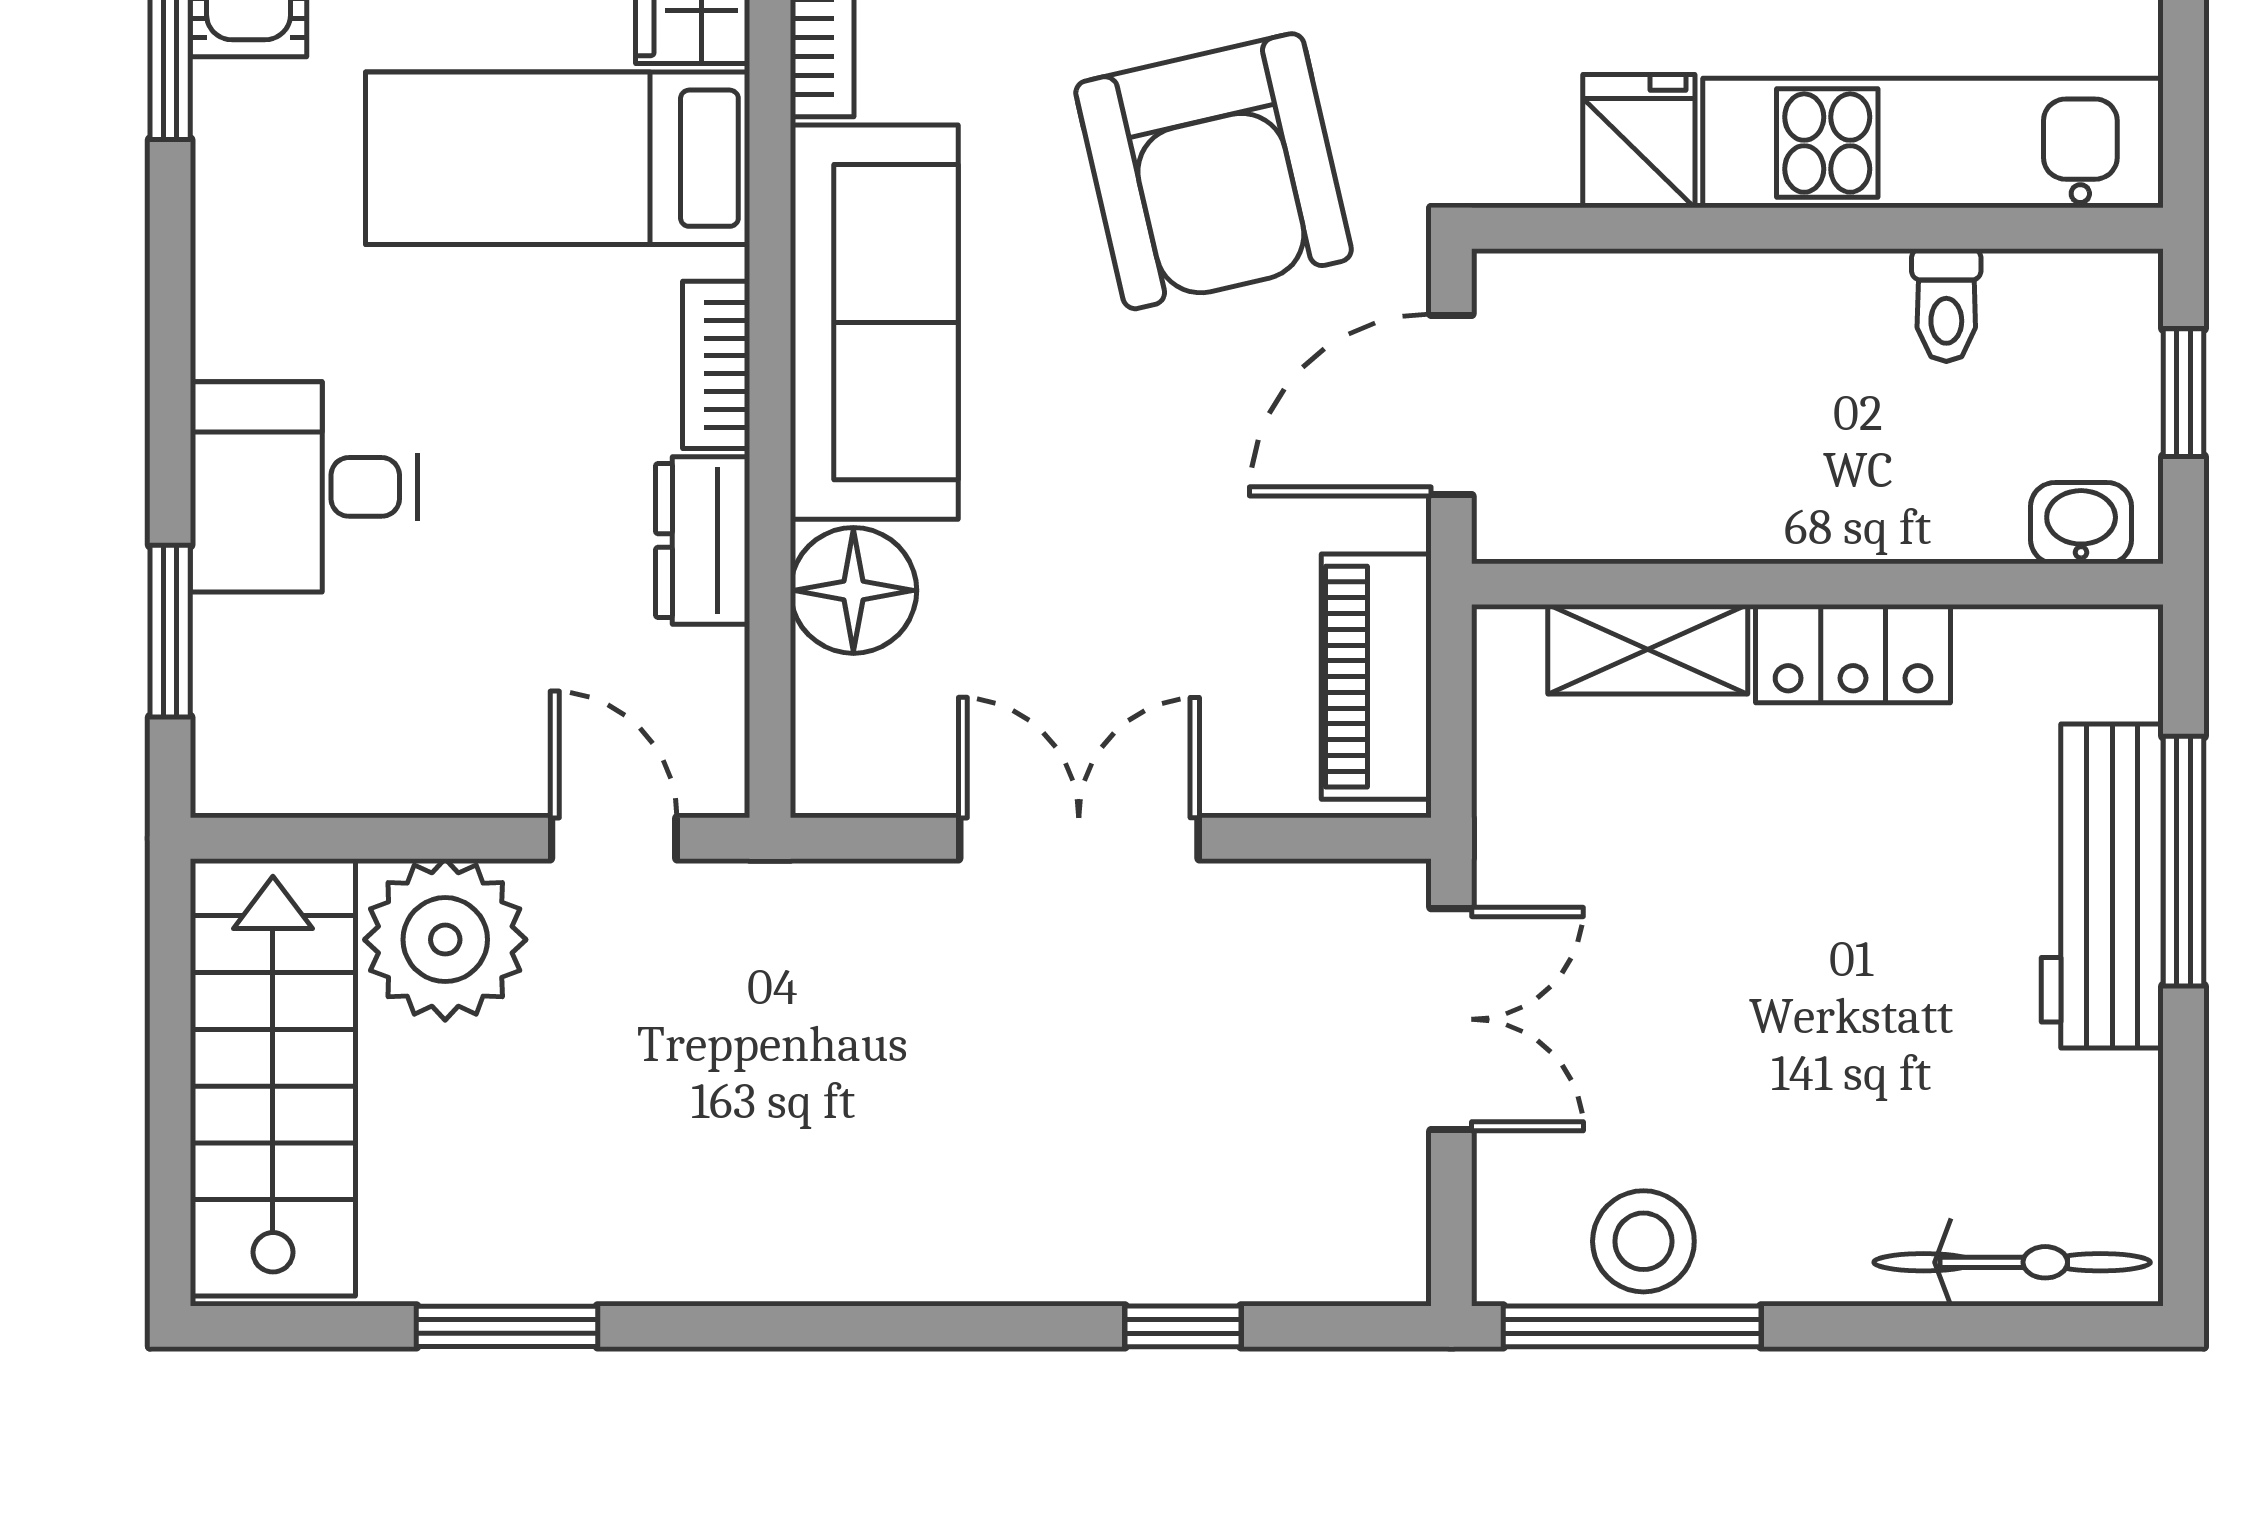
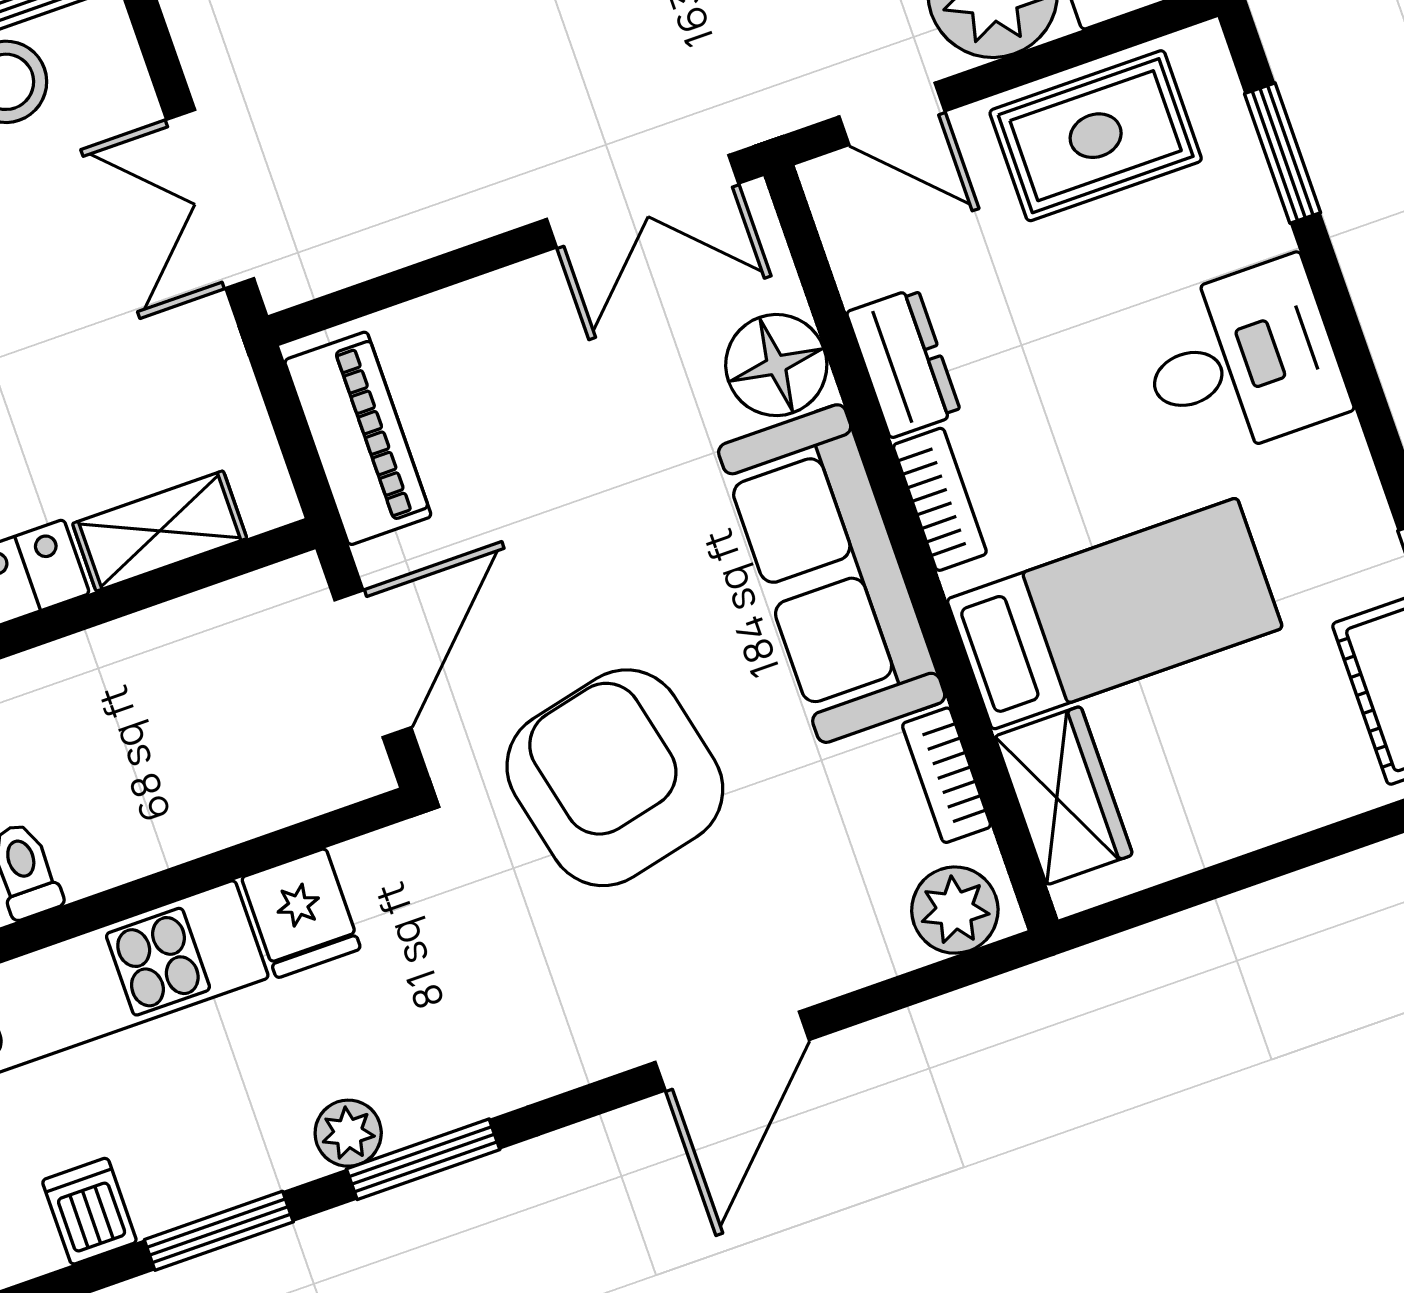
desk: (304, 487) -> (1241, 360), moved
rug: (383, 729) -> (1096, 136), added
double door: (1079, 838) -> (643, 201), moved

